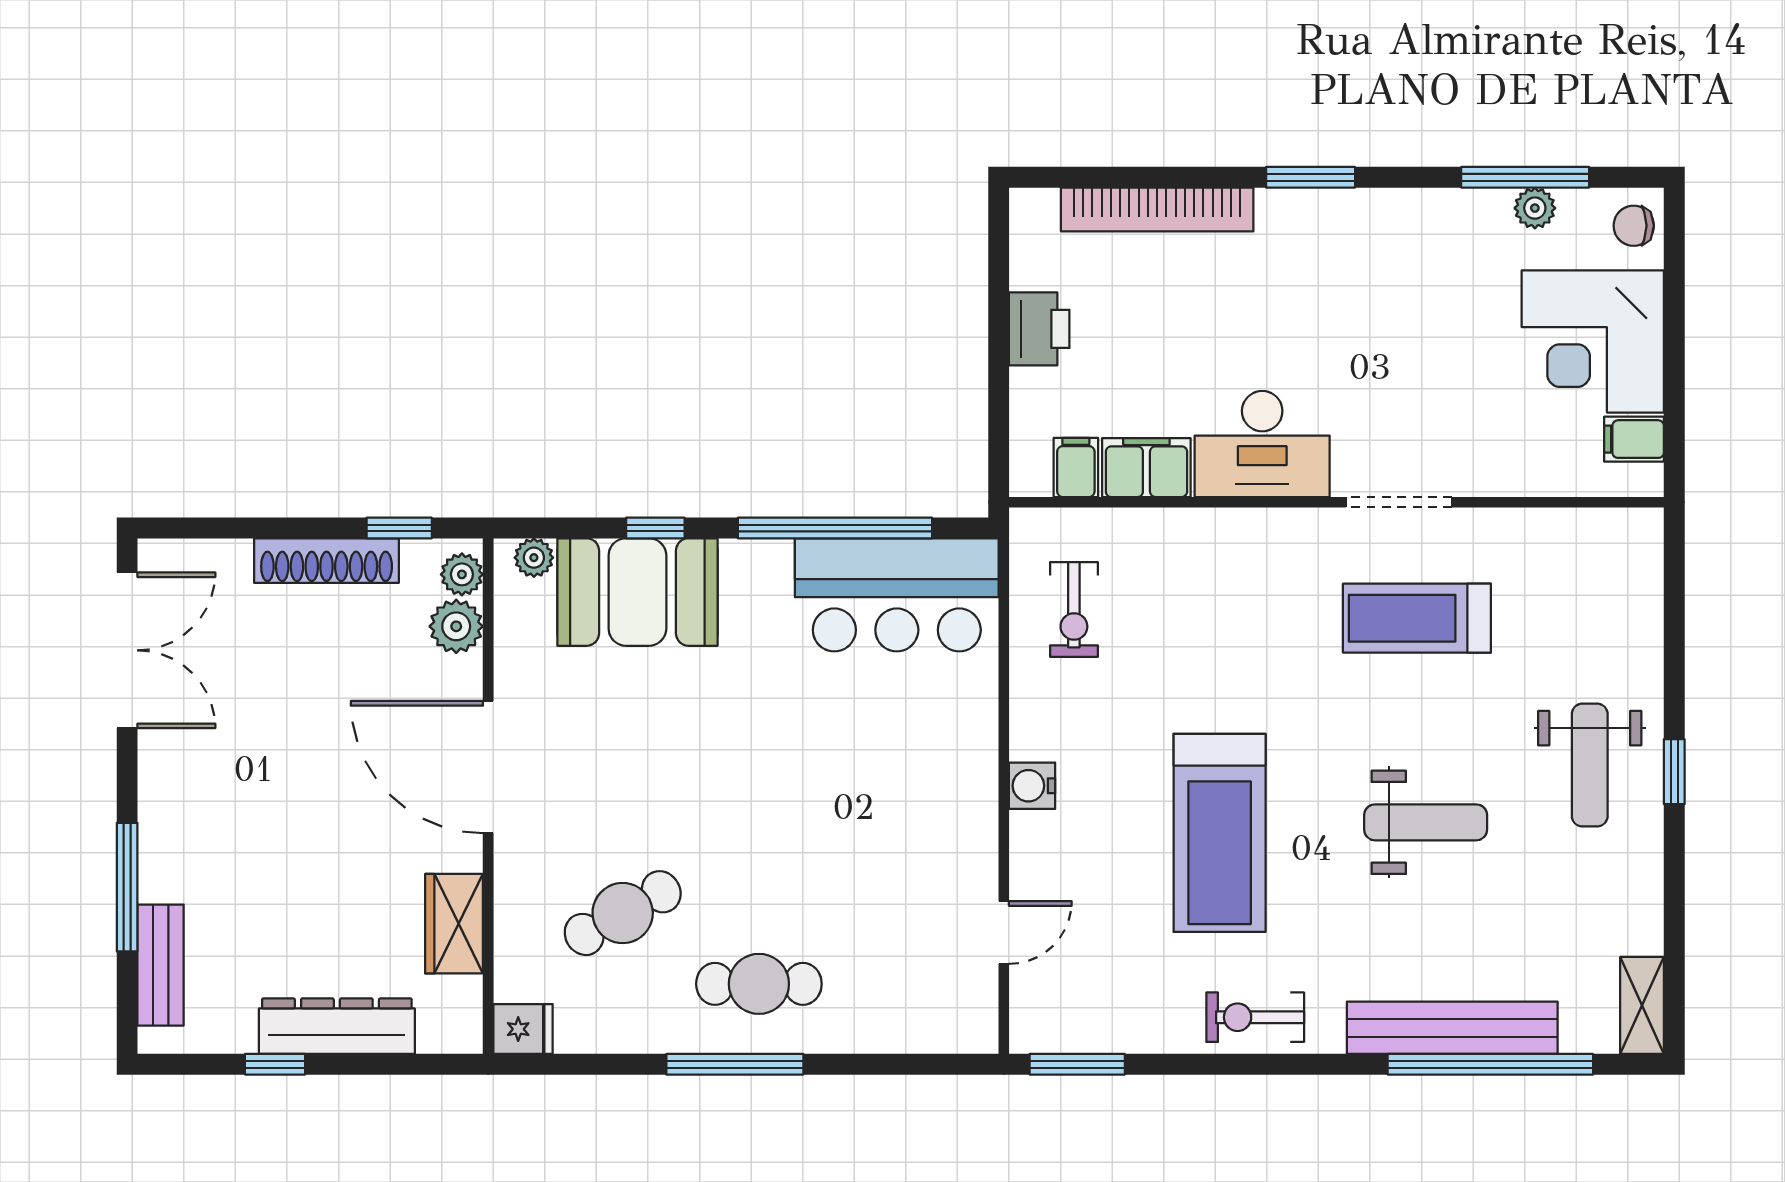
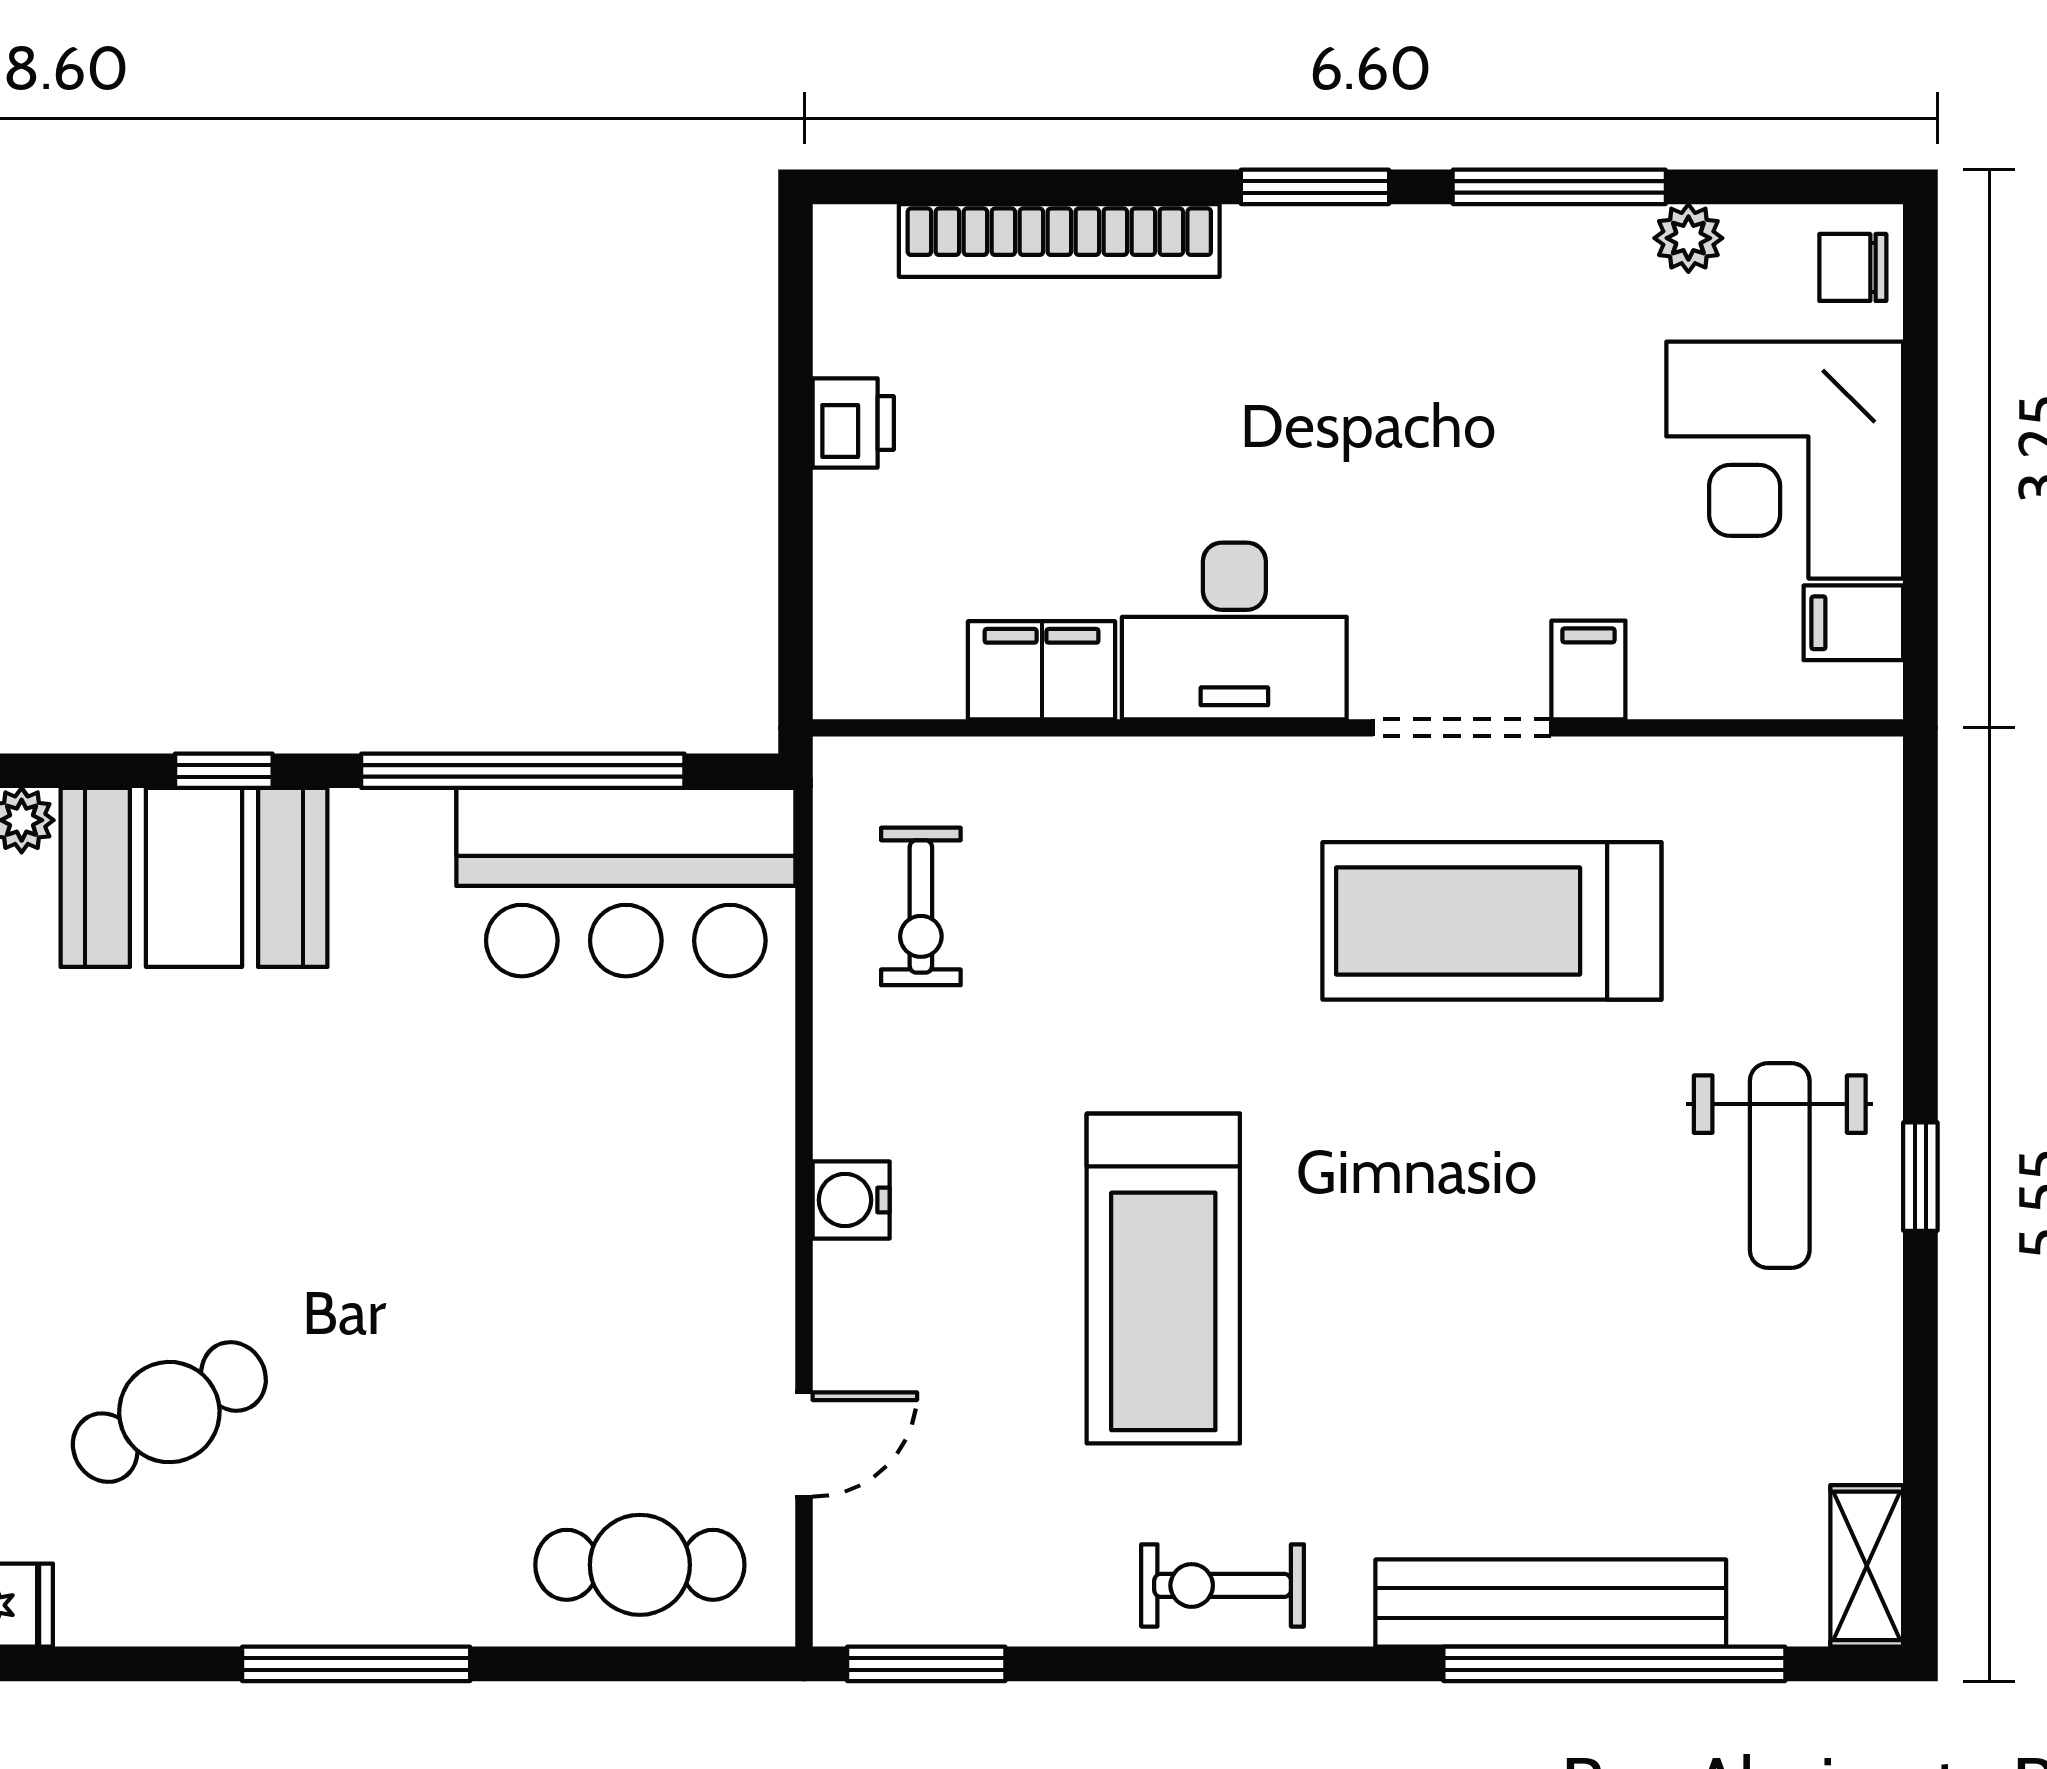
window: (1525, 177) -> (1559, 187), moved
printer: (1039, 329) -> (853, 423), width x0.73, depth x0.81
filing cabinet: (1076, 467) -> (1588, 670), moved
treadmill: (1417, 618) -> (1492, 921), width x1.37, depth x1.38
weight bench: (1426, 822) -> (1506, 1261), removed
cafe table: (759, 984) -> (640, 1565), moved

